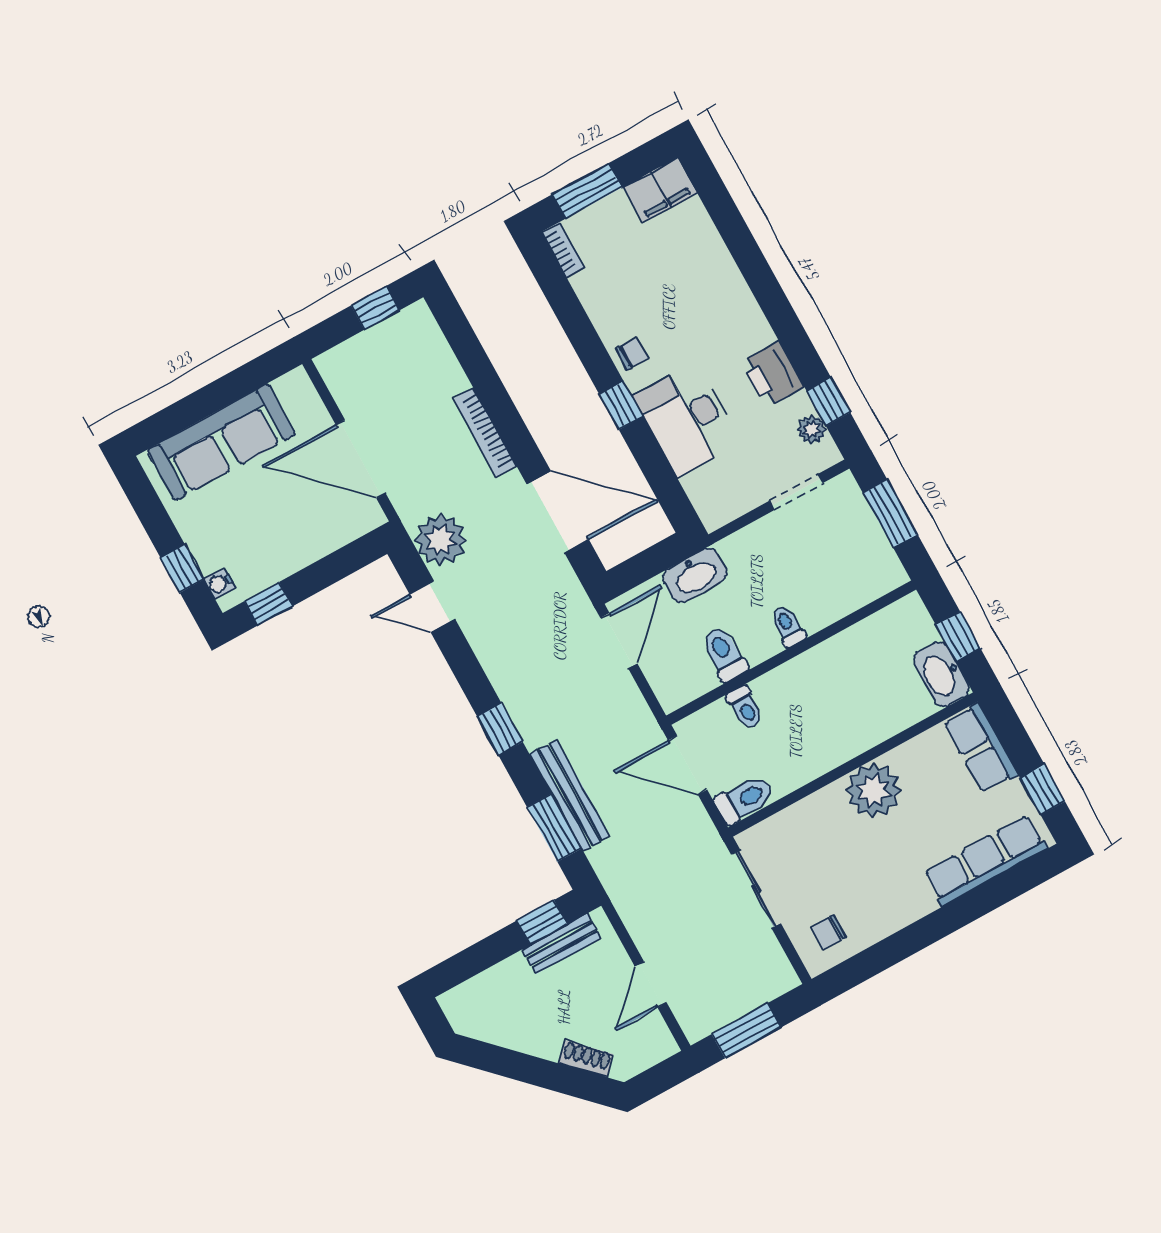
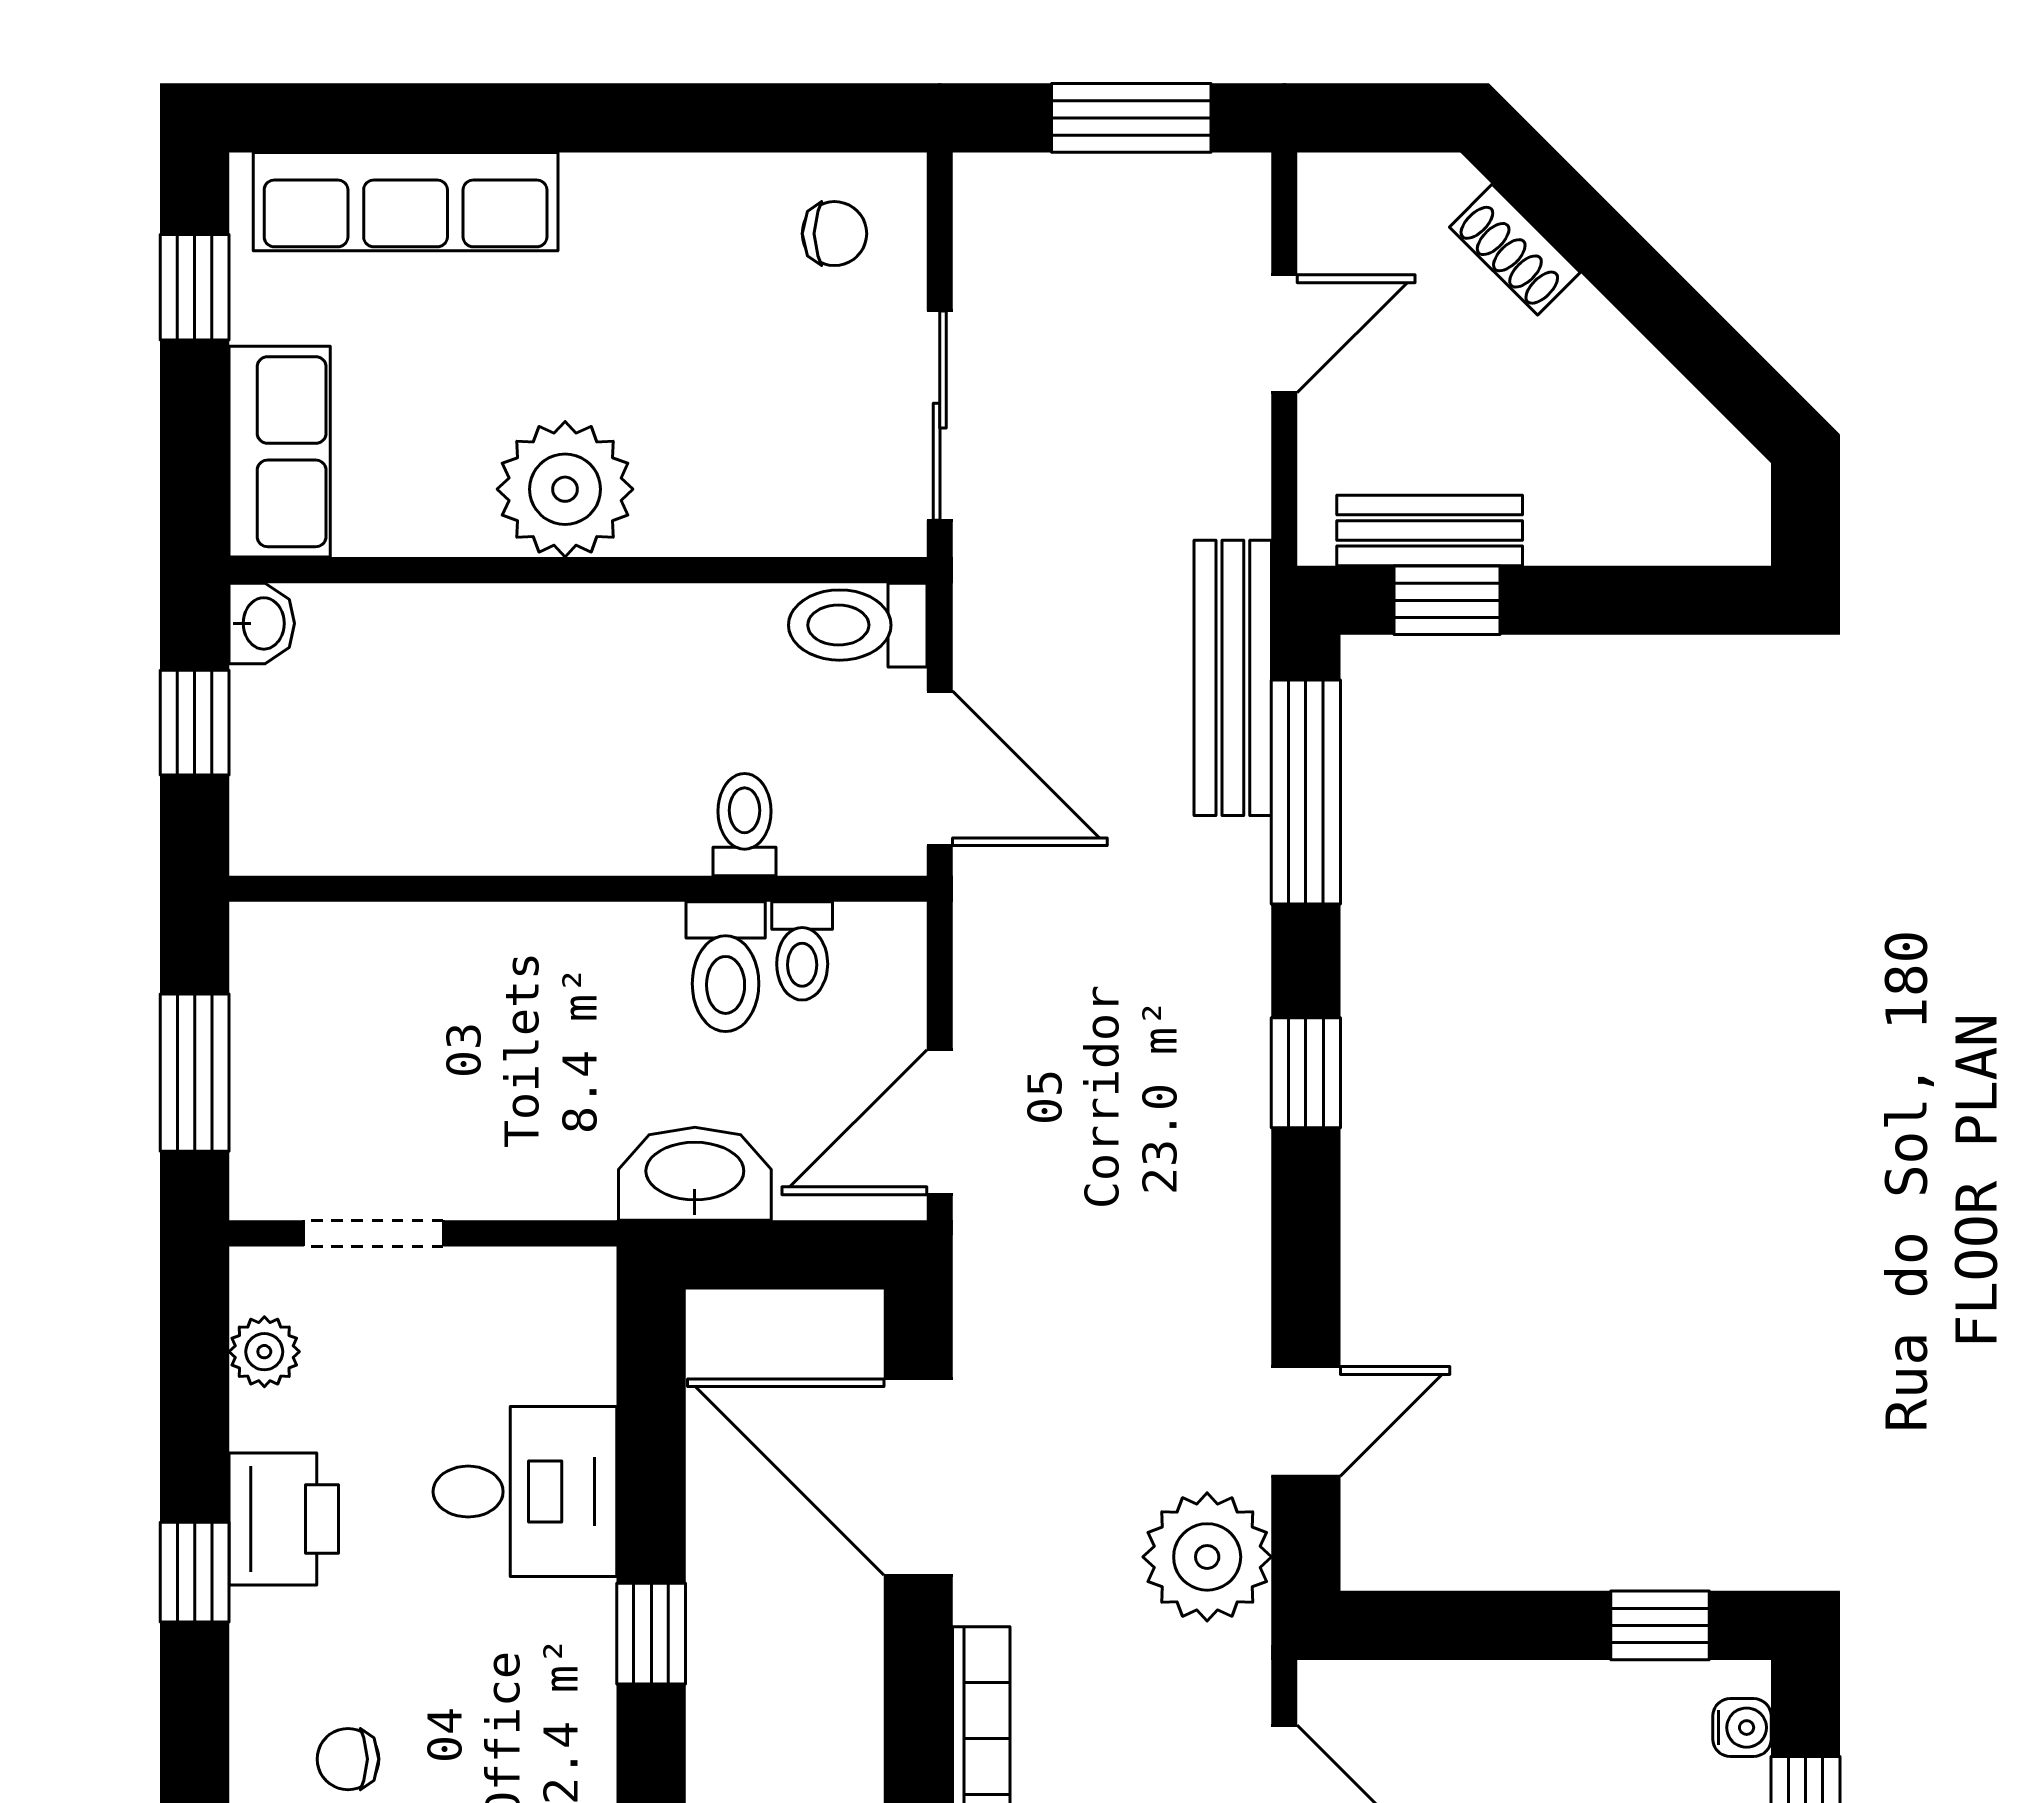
chair: (632, 353) -> (348, 1759), moved
window: (828, 402) -> (195, 1572), moved
desk: (687, 420) -> (525, 1492), width x0.73
door: (432, 607) -> (1306, 1421), hinge flipped
toilet: (788, 626) -> (802, 951), moved
washbasin: (941, 674) -> (262, 623), width x0.52, depth x0.69
bench: (570, 795) -> (1233, 678), moved
window: (554, 828) -> (1306, 792), width x1.44

